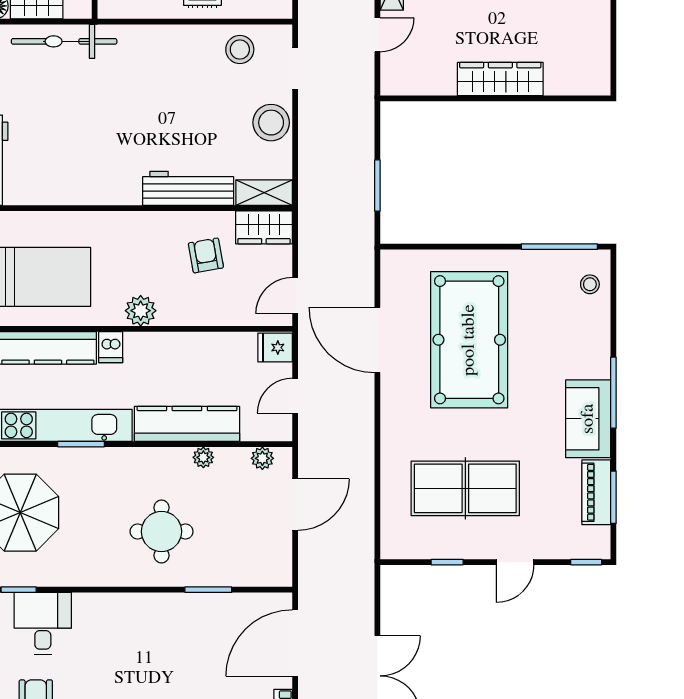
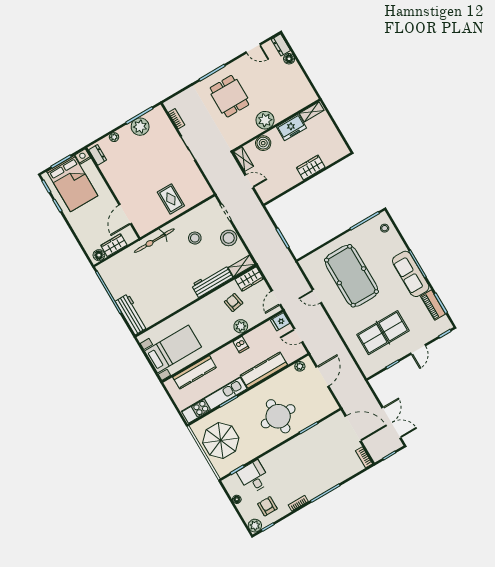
door: (377, 35) -> (249, 181), hinge flipped
bicycle: (64, 41) -> (154, 241), moved
stool: (240, 50) -> (195, 238), moved
wardrobe: (500, 79) -> (311, 168), width x0.67
plant: (141, 311) -> (241, 326), moved
door: (377, 340) -> (317, 296), width x0.53
dishwasher: (111, 347) -> (241, 345), moved
door: (295, 396) -> (298, 335), hinge flipped
sofa: (588, 419) -> (411, 274), width x1.36
plant: (203, 457) -> (277, 379), removed
round table: (162, 532) -> (278, 416), width x1.36, depth x1.36
door: (295, 643) -> (353, 429), swing flipped

